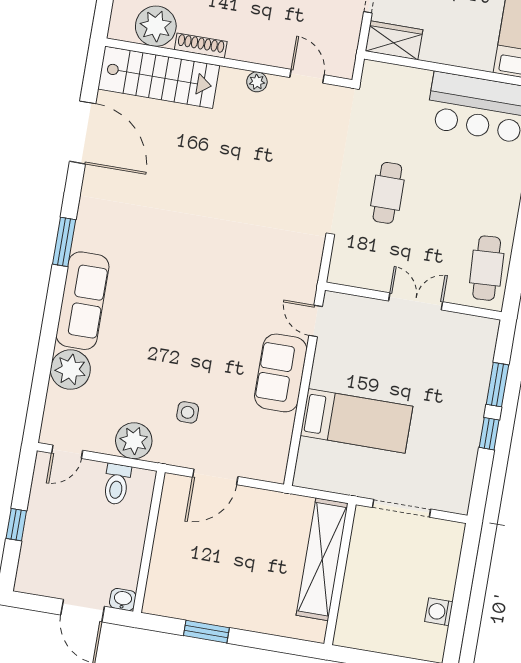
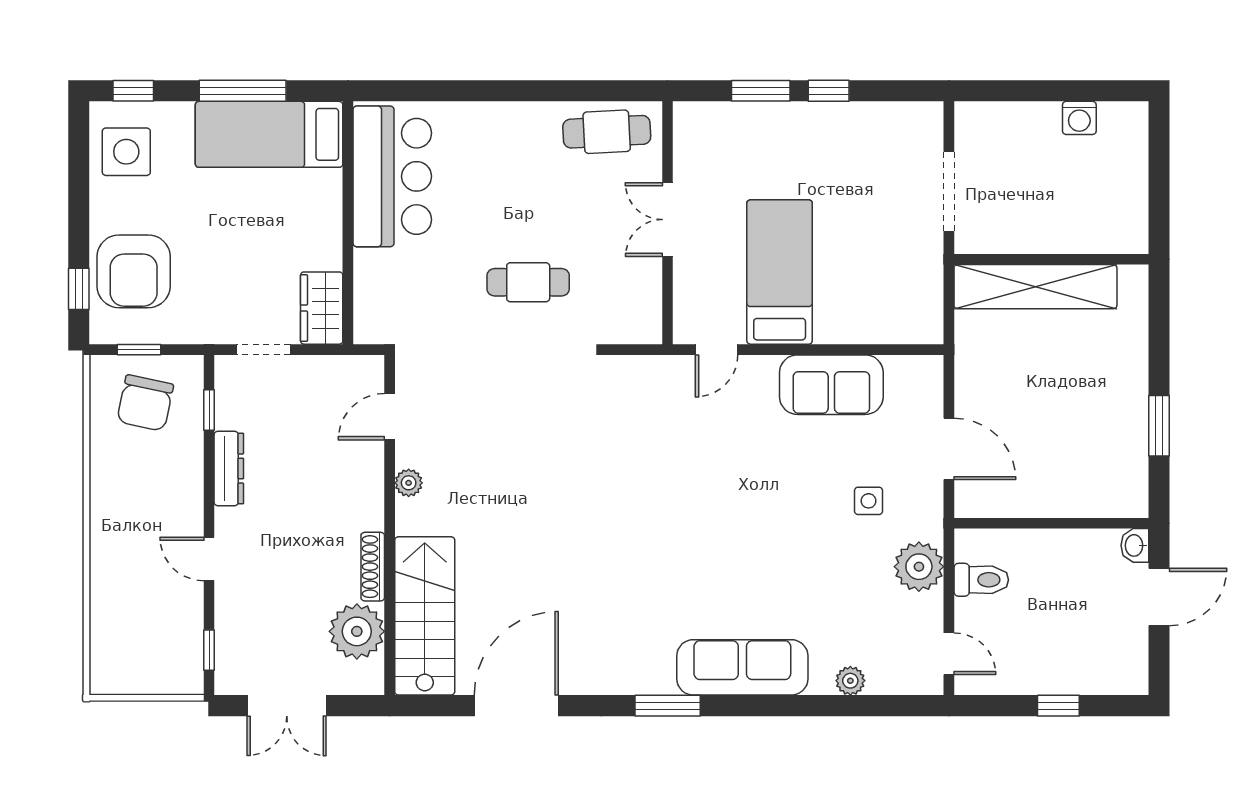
plant: (70, 370) -> (850, 681), width x0.53, depth x0.53
sofa: (281, 373) -> (831, 385), moved
bed: (356, 421) -> (780, 272), moved

